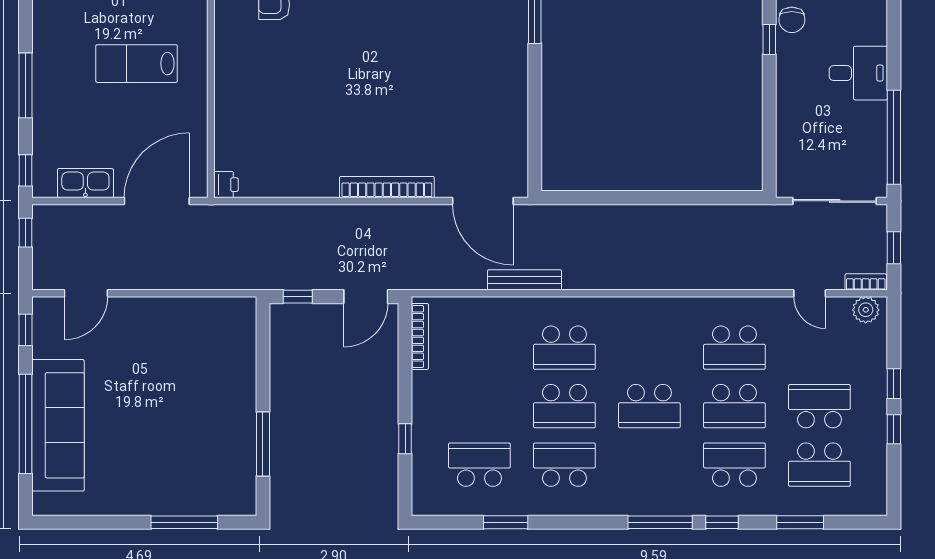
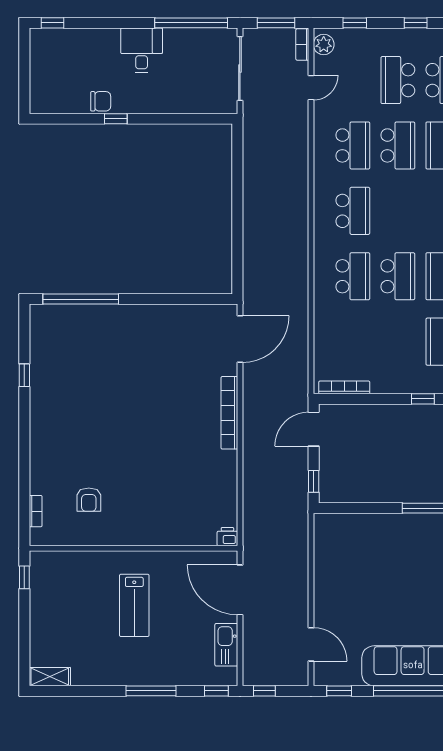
window: (894, 248) -> (276, 23), width x1.50
bench: (525, 280) -> (301, 307), removed
door: (366, 297) -> (314, 429), swing flipped
window: (894, 384) -> (355, 23), moved
school desk: (649, 406) -> (353, 211), moved

